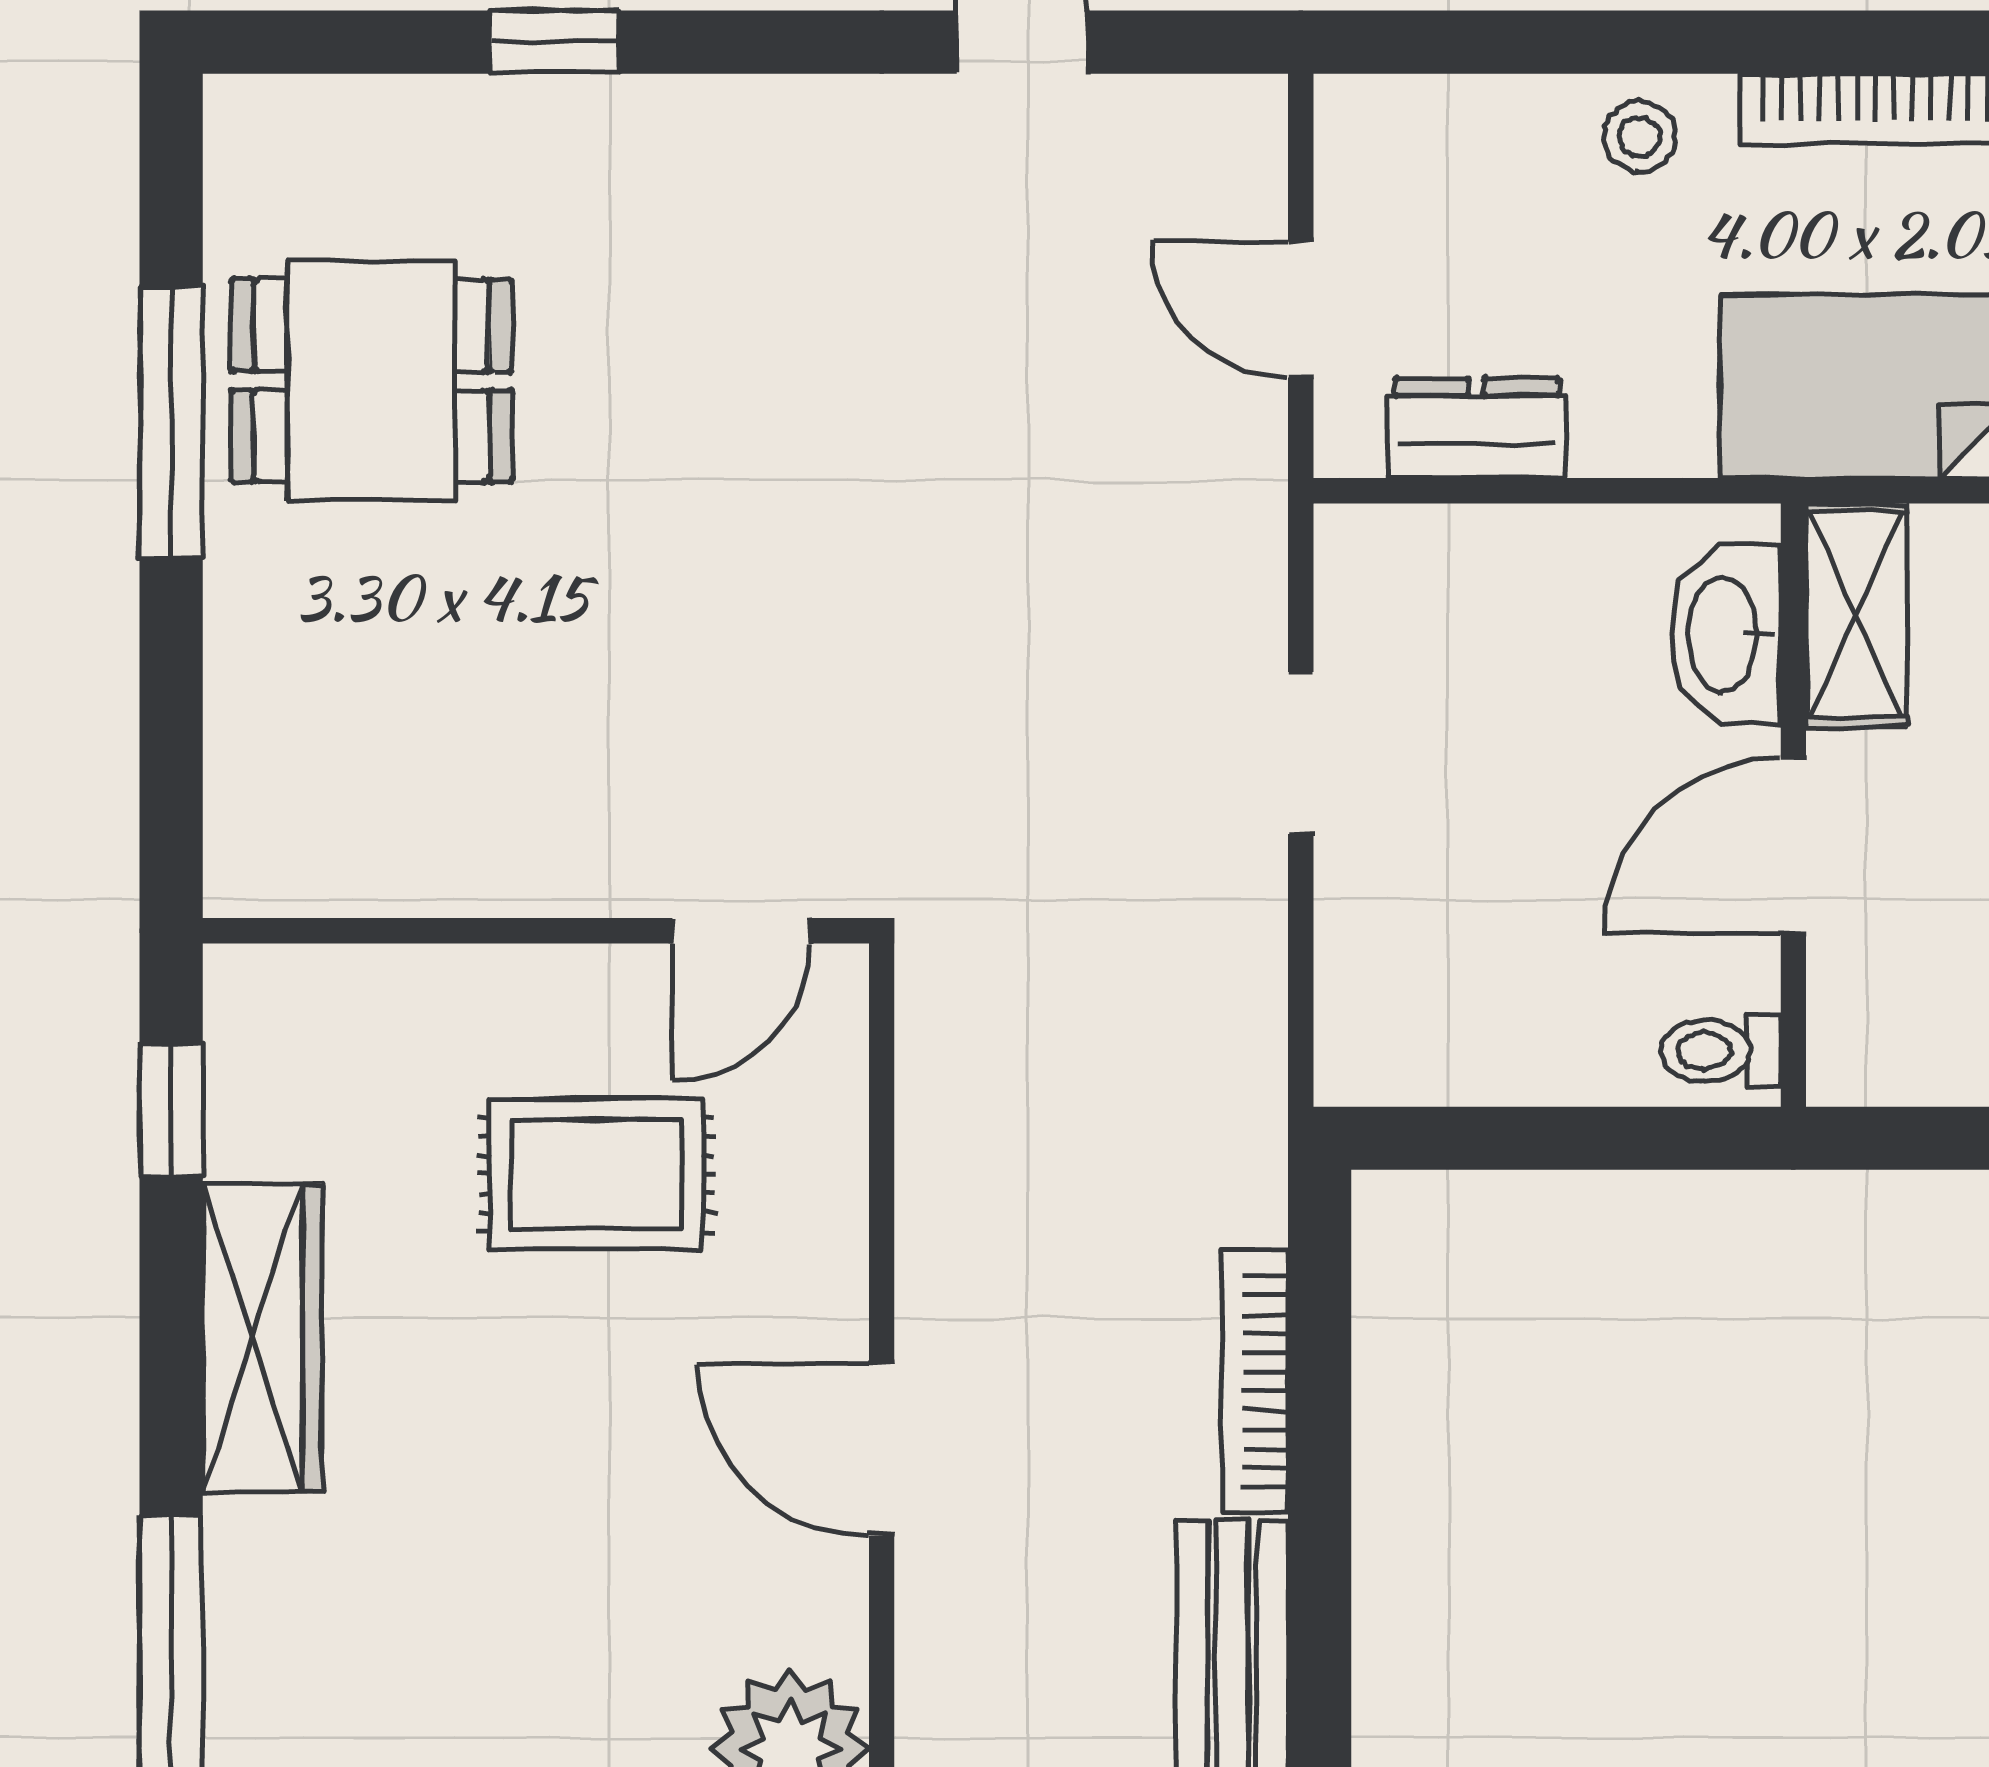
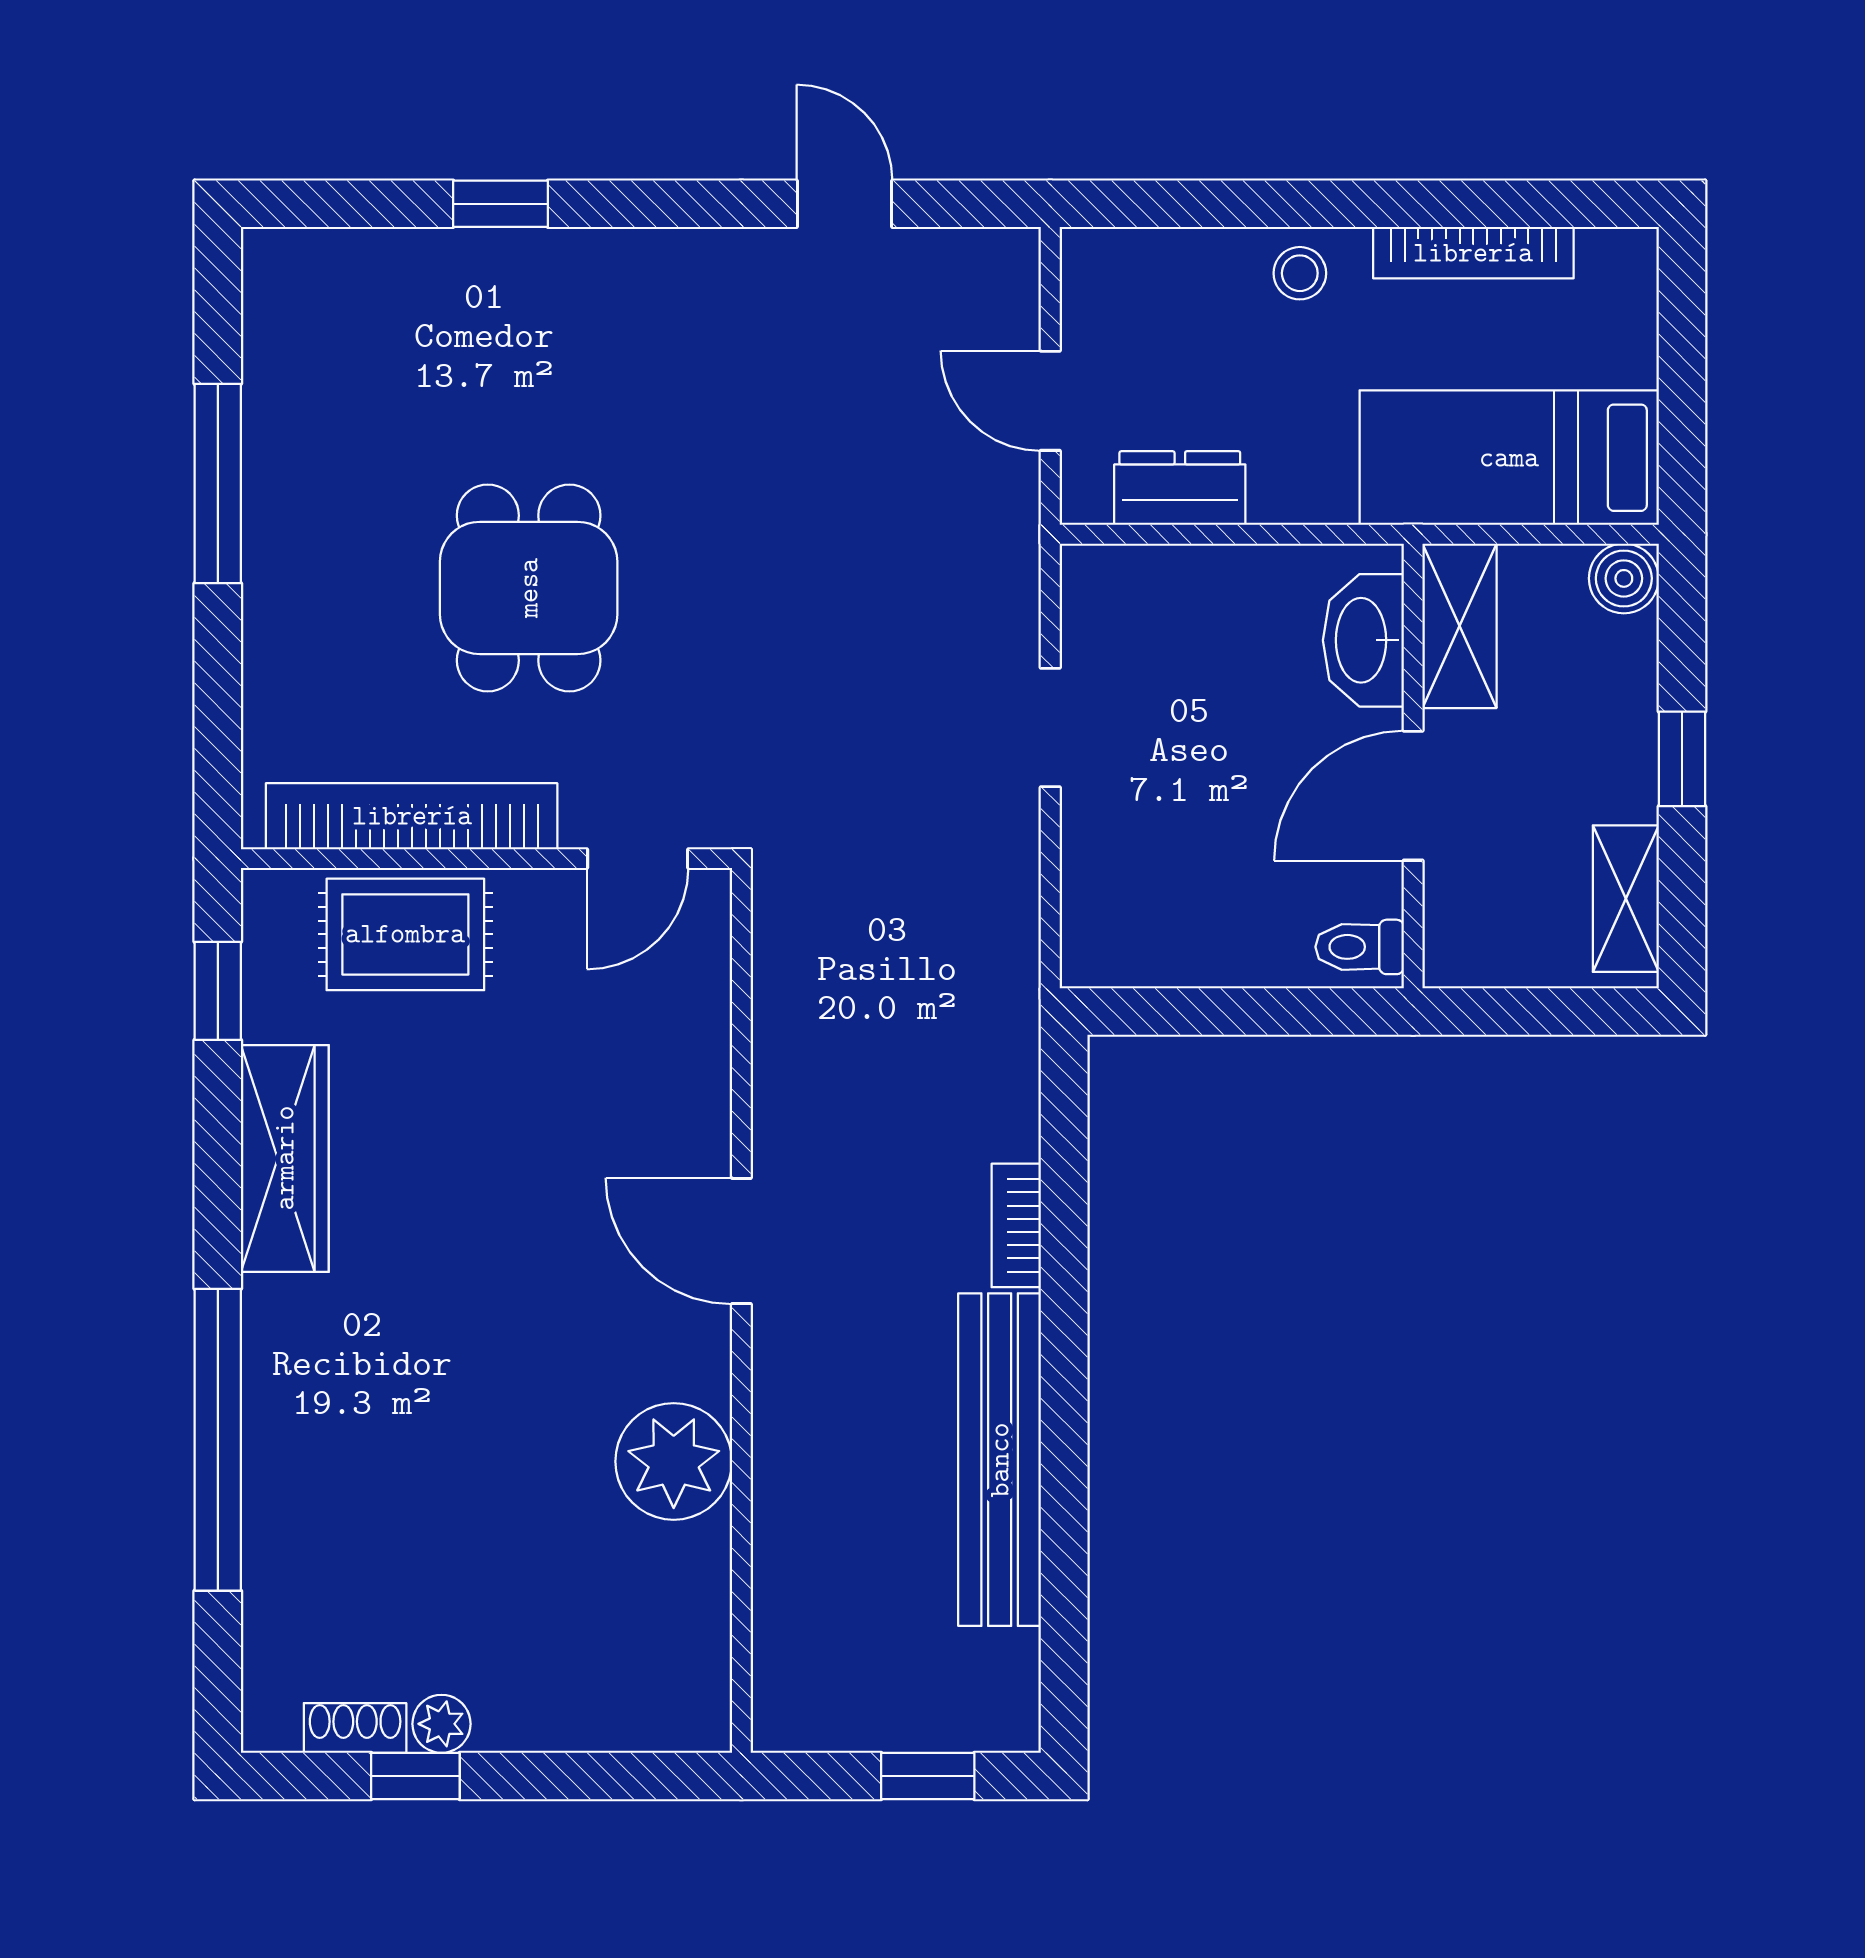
dining table: (371, 381) -> (529, 588), moved, turned 90
bookcase: (434, 873) -> (412, 816), added
rug: (596, 1175) -> (405, 934), moved
bookcase: (1255, 1381) -> (1016, 1225), width x0.64

